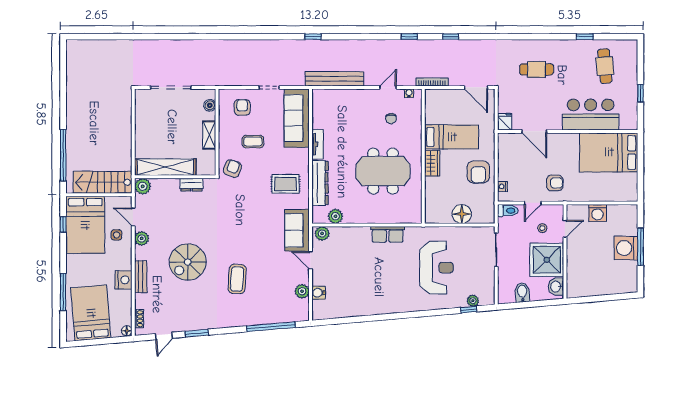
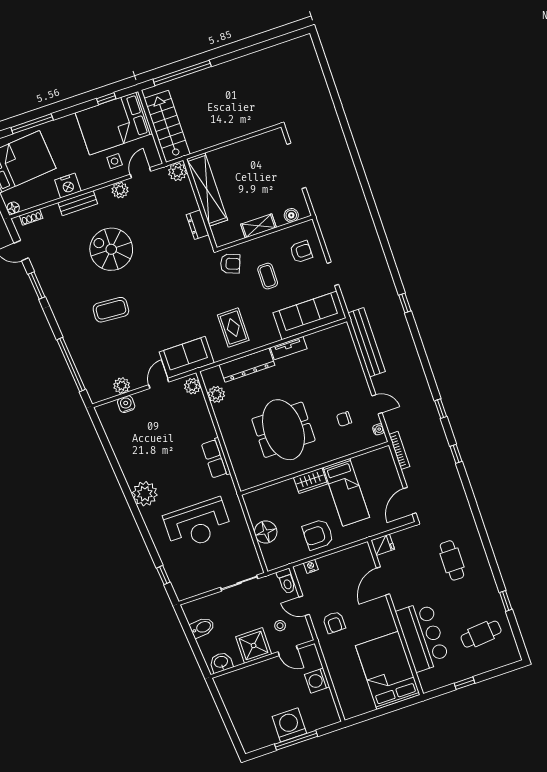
shower: (547, 260) -> (254, 645), width x0.73, depth x0.73
plant: (473, 301) -> (145, 494), moved, width x1.88, depth x1.88

